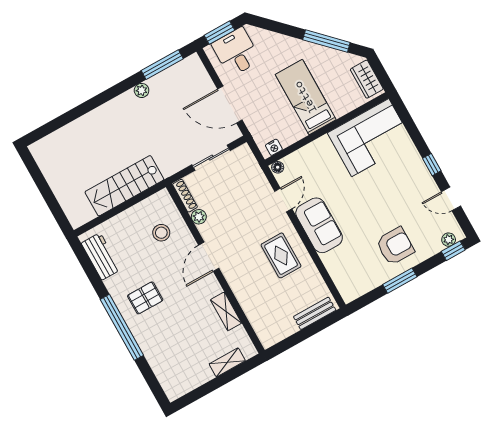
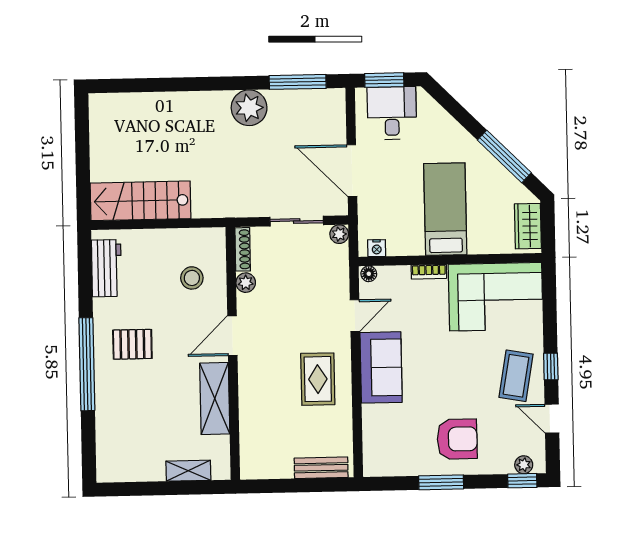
plant: (142, 90) -> (249, 108), width x1.88, depth x1.88
bookcase: (317, 145) -> (429, 272), added
plant: (244, 151) -> (339, 234), added
coffee table: (412, 183) -> (516, 376), added
stairs: (124, 186) -> (140, 201), moved
shelving: (226, 311) -> (215, 398), width x1.50, depth x1.33

